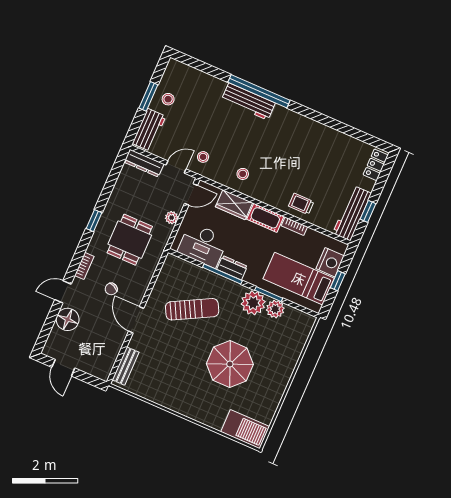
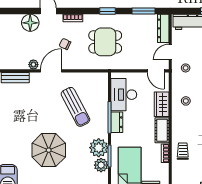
door: (176, 167) -> (170, 52), swing flipped
window: (113, 178) -> (143, 11), added
plant: (172, 218) -> (33, 65), moved

